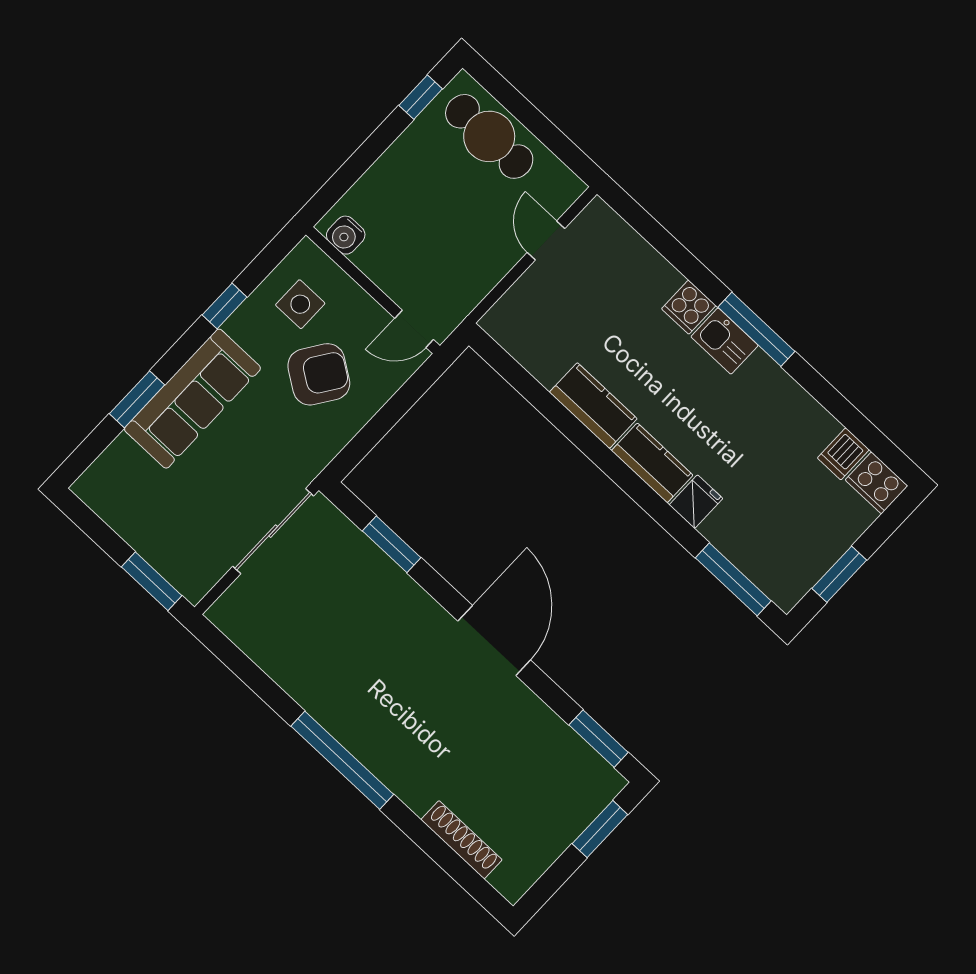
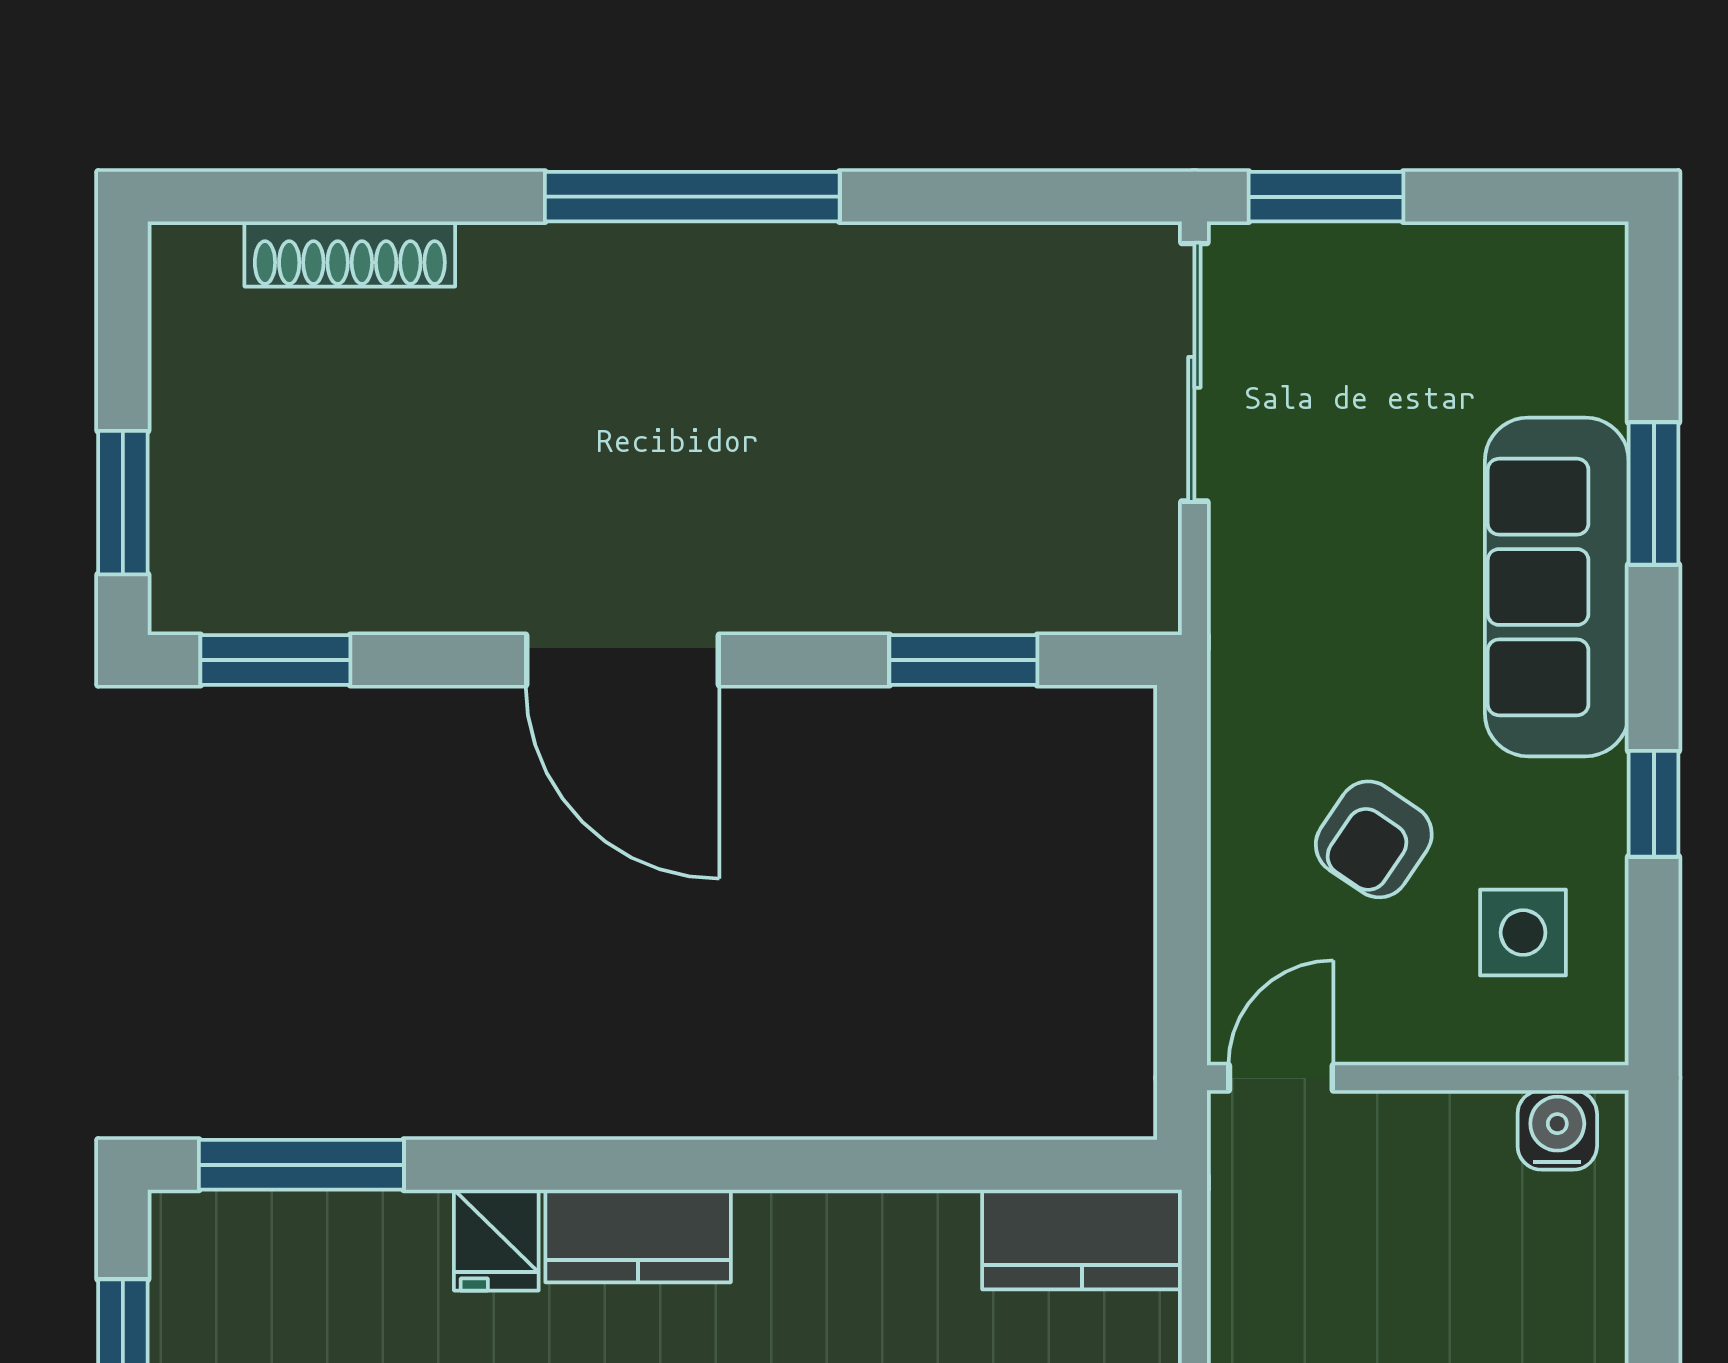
armchair: (319, 374) -> (1374, 839), width x0.72, depth x0.72
kitchen counter: (593, 406) -> (1082, 1239), moved
sliding door: (273, 531) -> (1194, 372), moved

